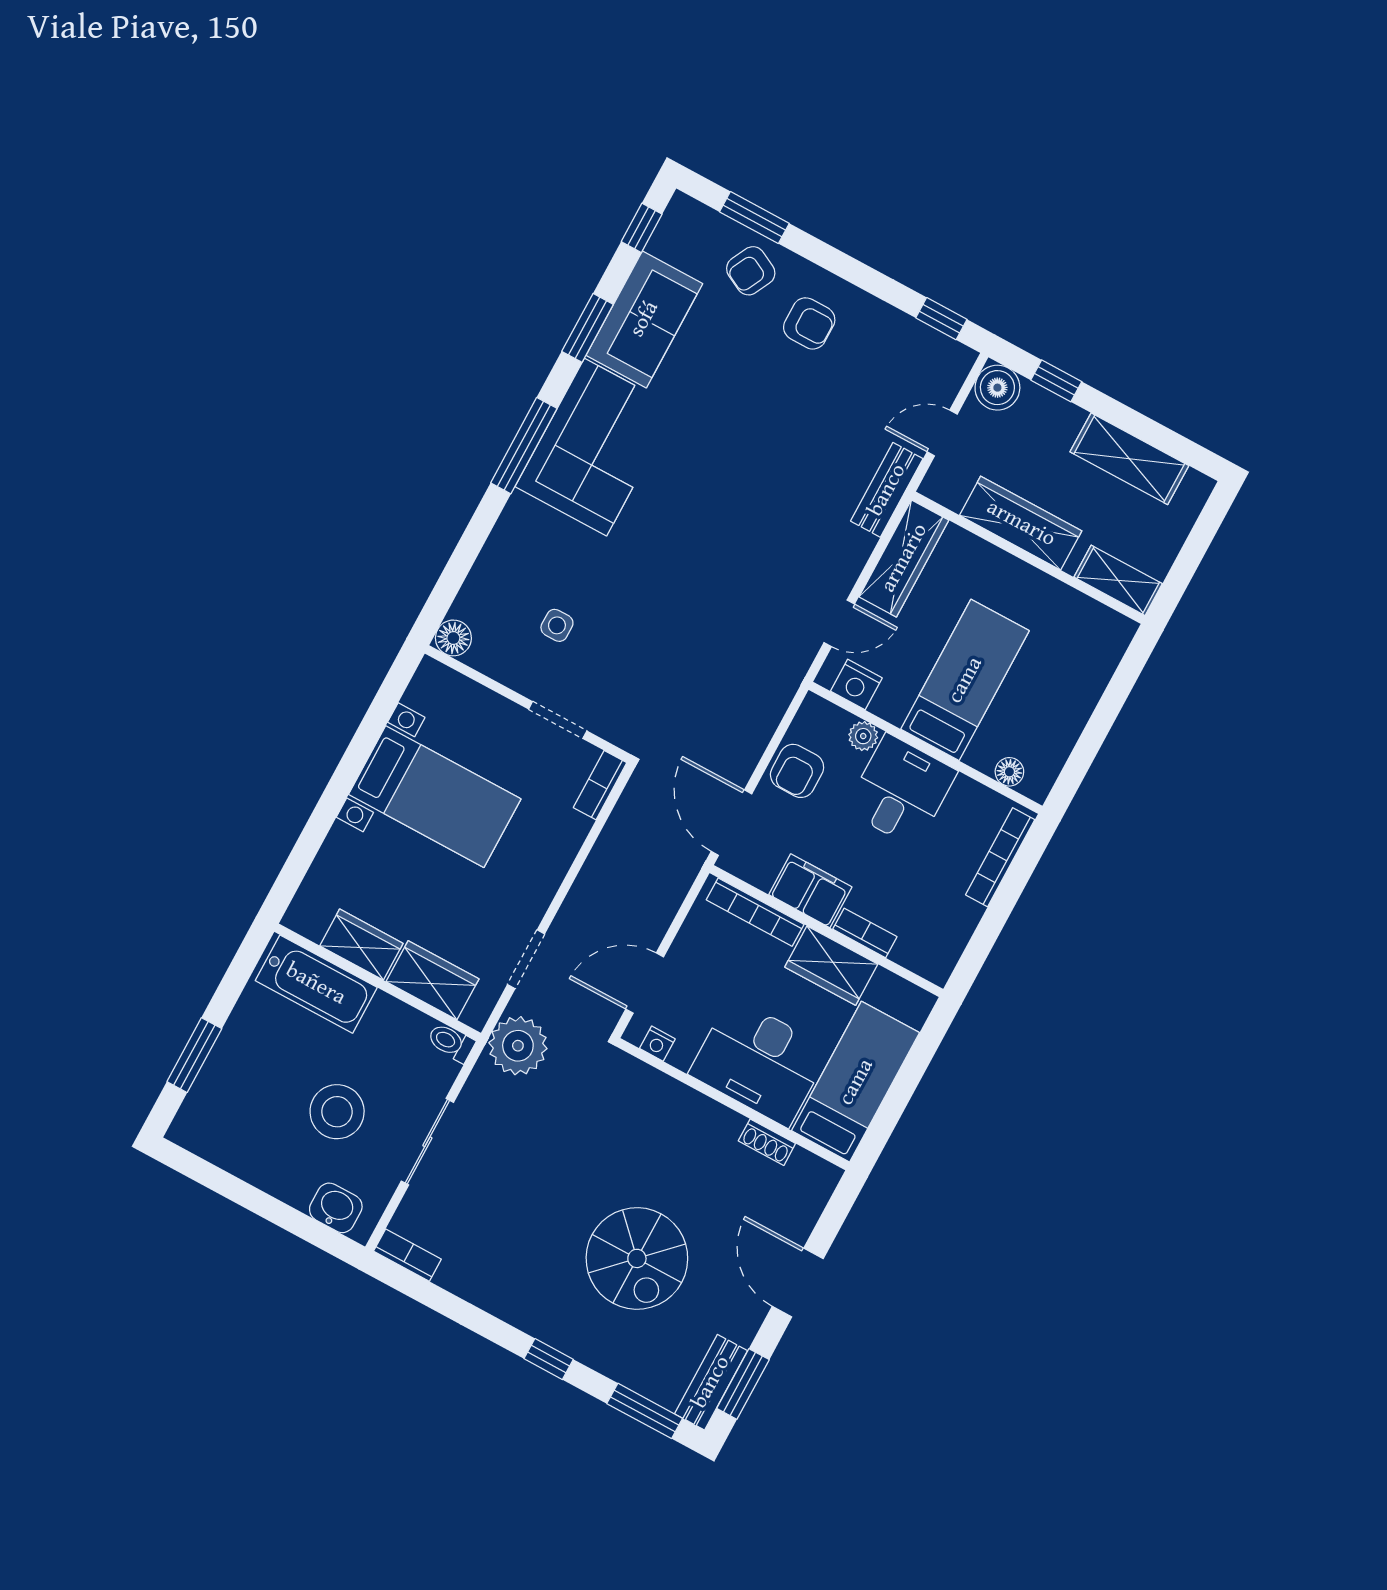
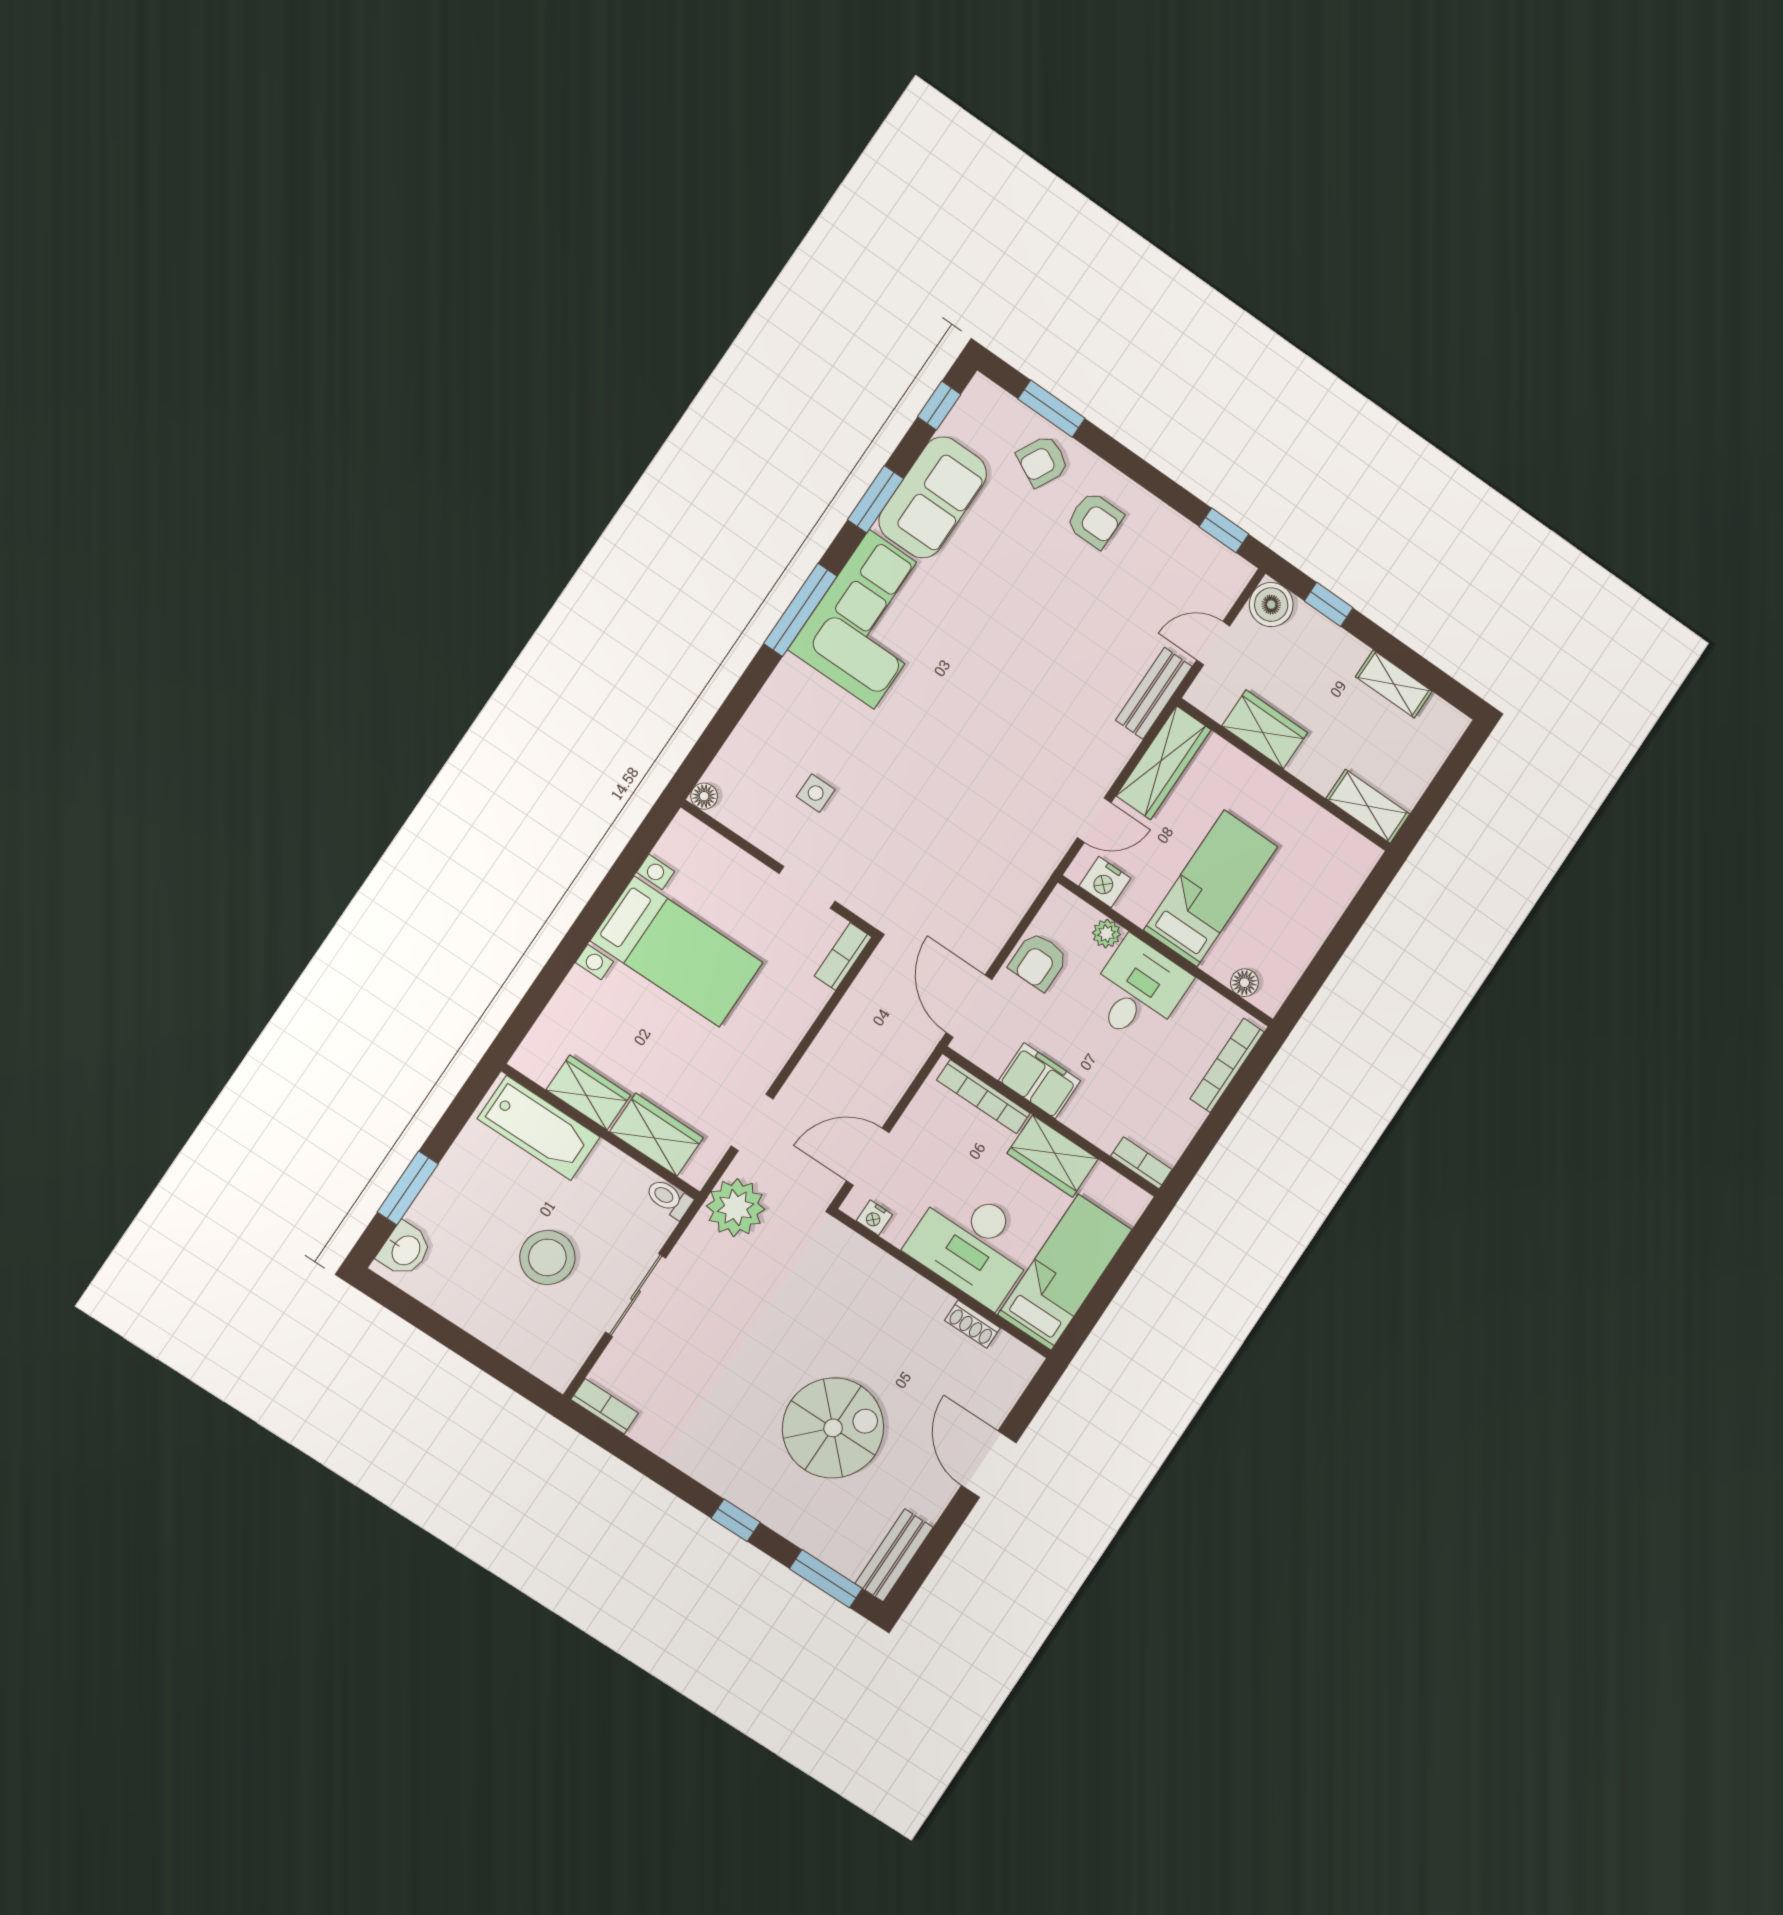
shelving: (1129, 459) -> (1394, 684), width x0.67, depth x0.75
wardrobe: (1021, 523) -> (1265, 729), width x0.67
floor lamp: (453, 638) -> (704, 796), width x0.73, depth x0.73
bookcase: (865, 933) -> (1141, 1163), moved
washbasin: (336, 1208) -> (405, 1250), moved, turned 90
spiral stairs: (637, 1258) -> (833, 1428), turned -90
window: (743, 1384) -> (925, 1559), removed

